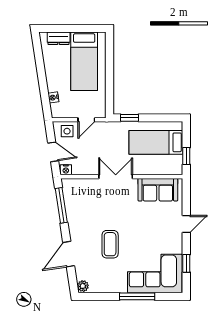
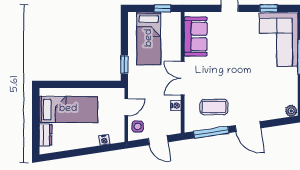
door: (86, 120) -> (126, 107), hinge flipped
door: (53, 152) -> (158, 140), swing flipped
nightstand: (66, 170) -> (176, 106), moved
coffee table: (110, 244) -> (214, 107), moved
door: (69, 254) -> (248, 127), moved

